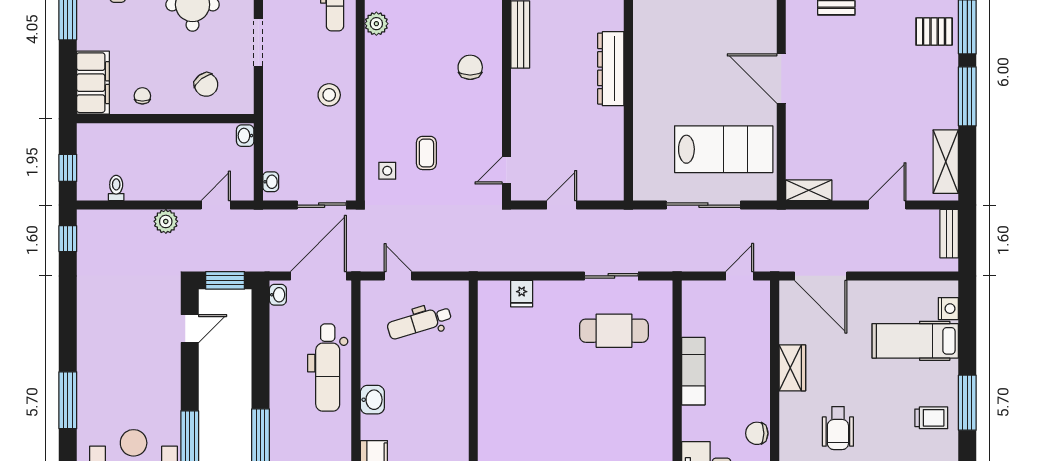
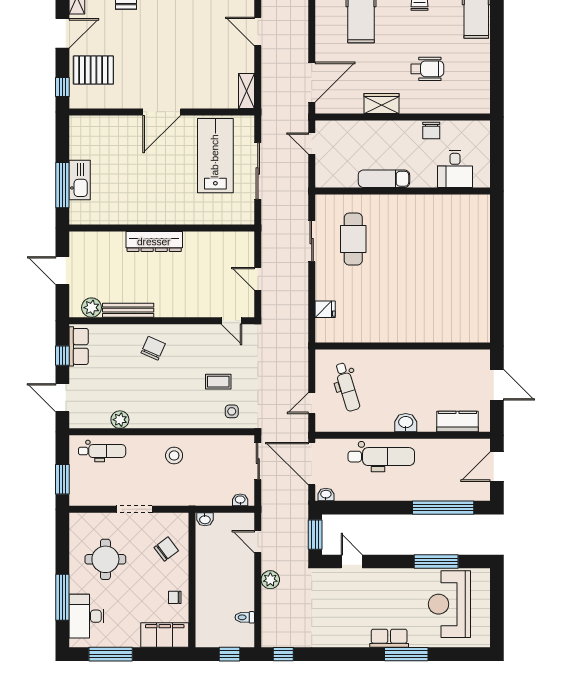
chair: (470, 67) -> (153, 348), turned 114
row of seats: (89, 378) -> (389, 638), added

